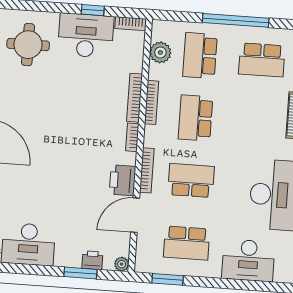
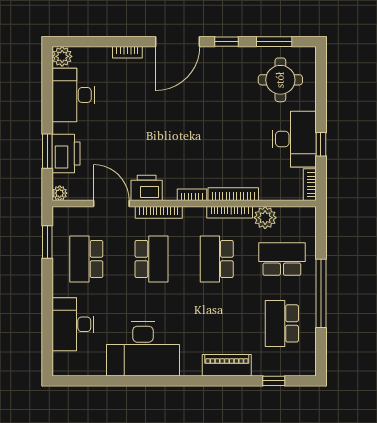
plant: (160, 52) -> (265, 218), moved
school desk: (196, 118) -> (217, 259), turned -90
printer: (92, 260) -> (66, 153), width x1.87, depth x1.48

